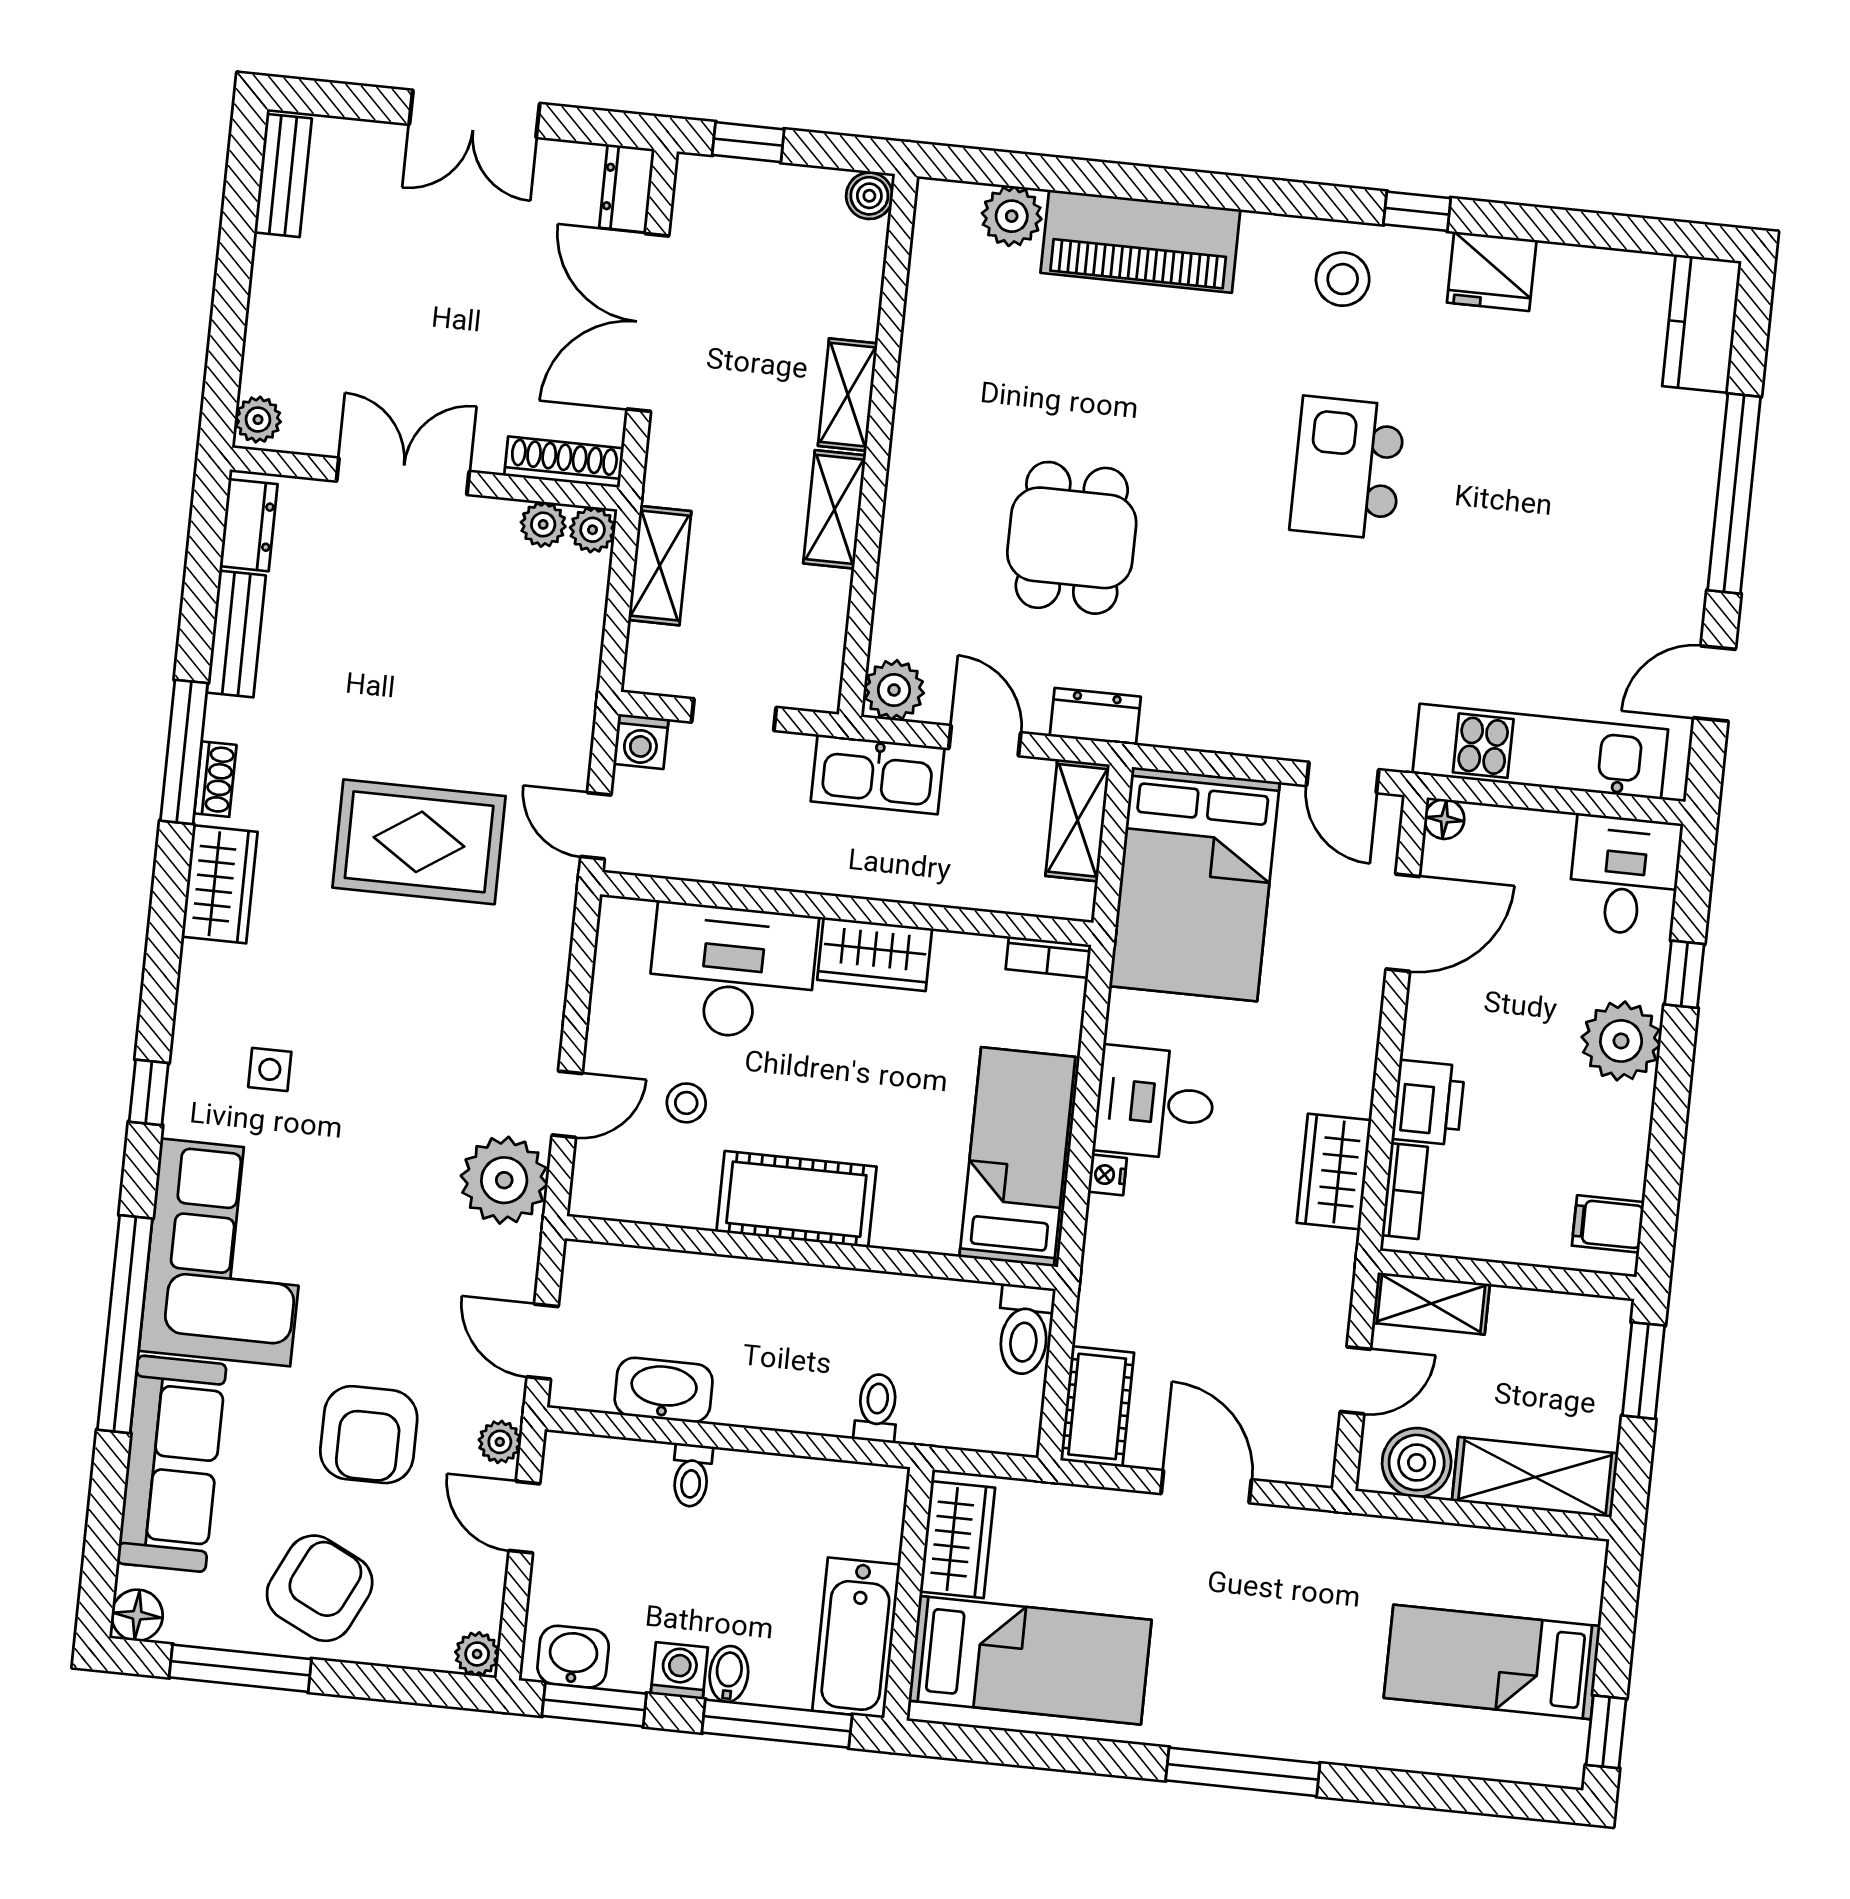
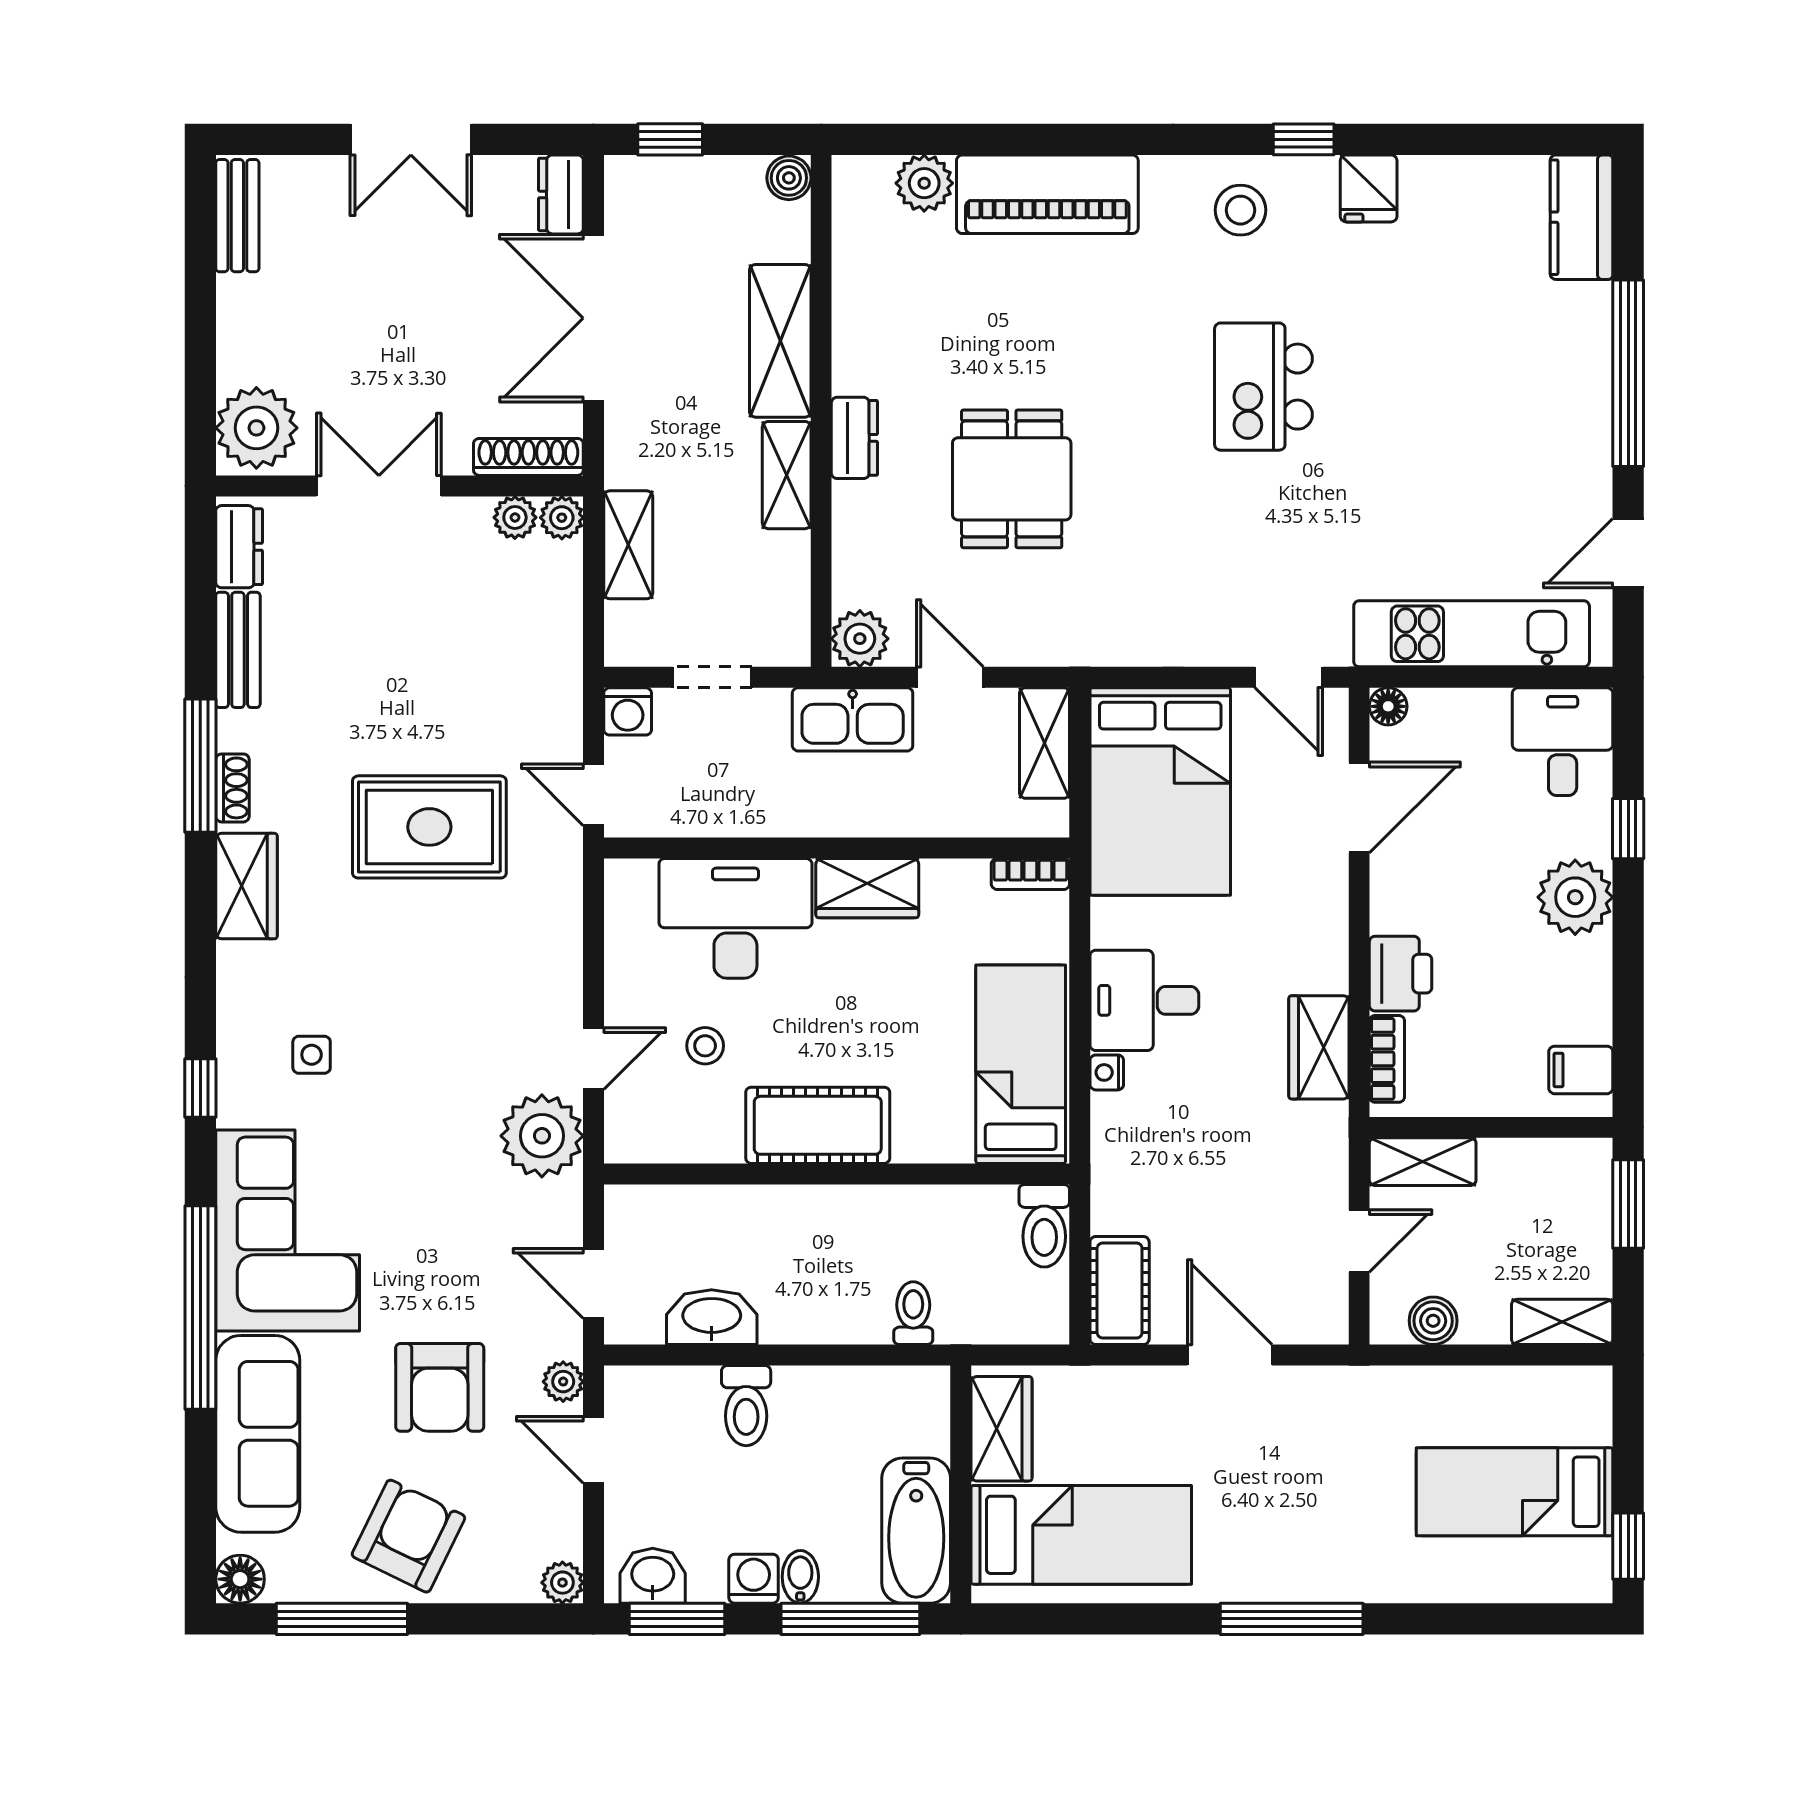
fridge: (1492, 271) -> (1369, 188), width x0.72
shelving: (848, 395) -> (780, 341), width x1.50, depth x1.33
plant: (258, 420) -> (256, 428), width x1.87, depth x1.87
dresser: (1095, 717) -> (854, 438), moved, turned 90
boiler: (1417, 1463) -> (1433, 1321), width x0.73, depth x0.73
toilet: (691, 1475) -> (746, 1406), width x1.37, depth x1.39
shelving: (1535, 1477) -> (1562, 1322), width x0.67, depth x0.75

